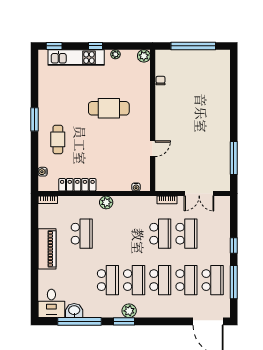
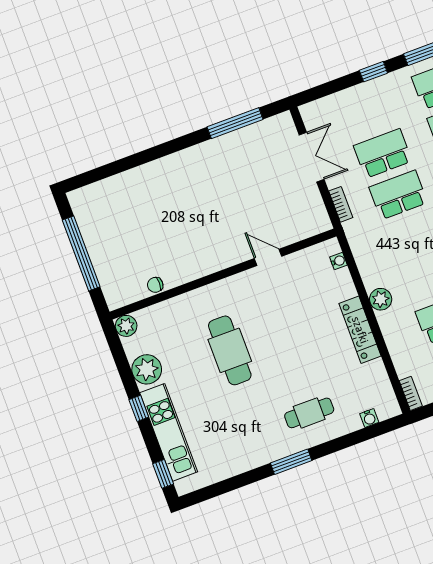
plant: (115, 54) -> (147, 369), width x1.88, depth x1.88
locker: (77, 185) -> (360, 330), moved

